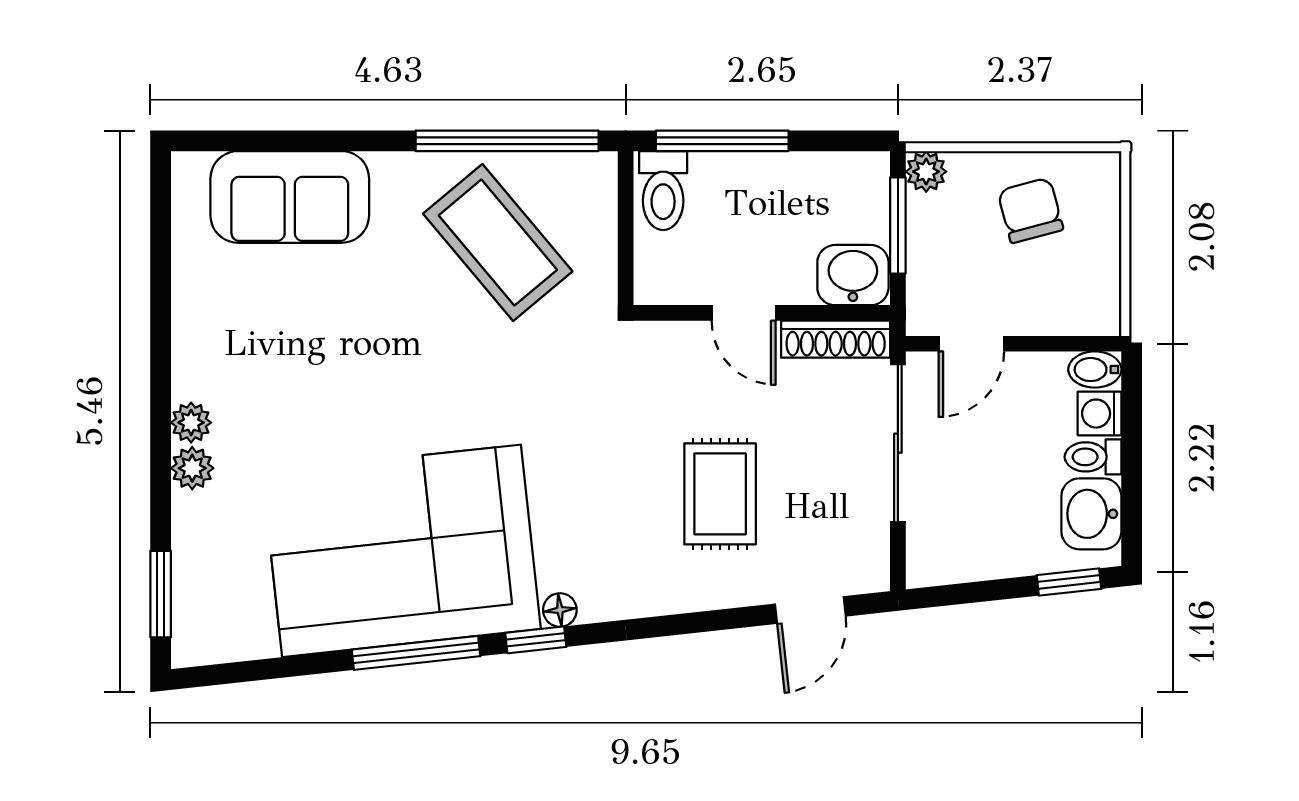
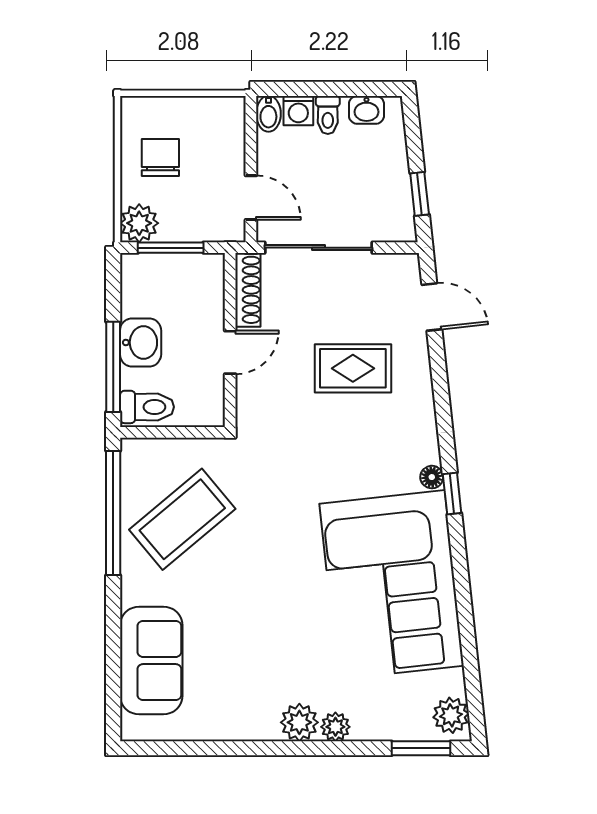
plant: (926, 172) -> (139, 223), width x1.38, depth x1.38
chair: (1030, 210) -> (160, 158), turned 105
washbasin: (853, 275) -> (141, 342), moved, turned 180
plant: (191, 423) -> (299, 722), width x1.38, depth x1.38
washbasin: (1091, 514) -> (366, 110), width x0.72, depth x0.69
window: (1069, 582) -> (420, 194), moved
plant: (209, 638) -> (451, 715), added
window: (416, 653) -> (461, 575), removed

